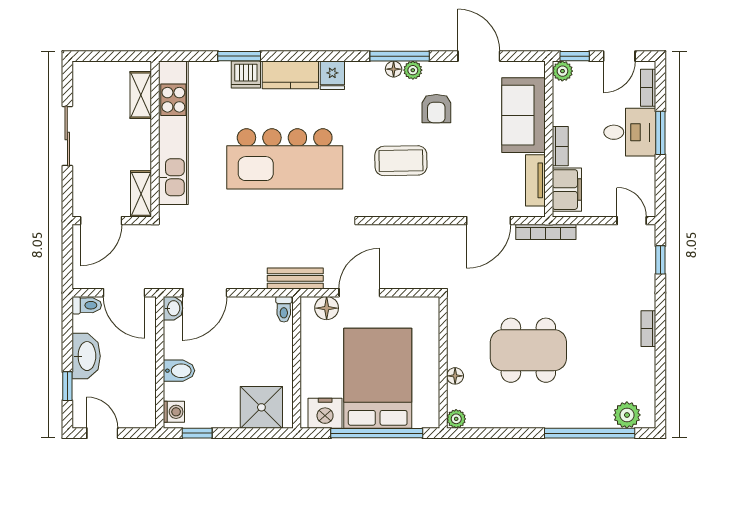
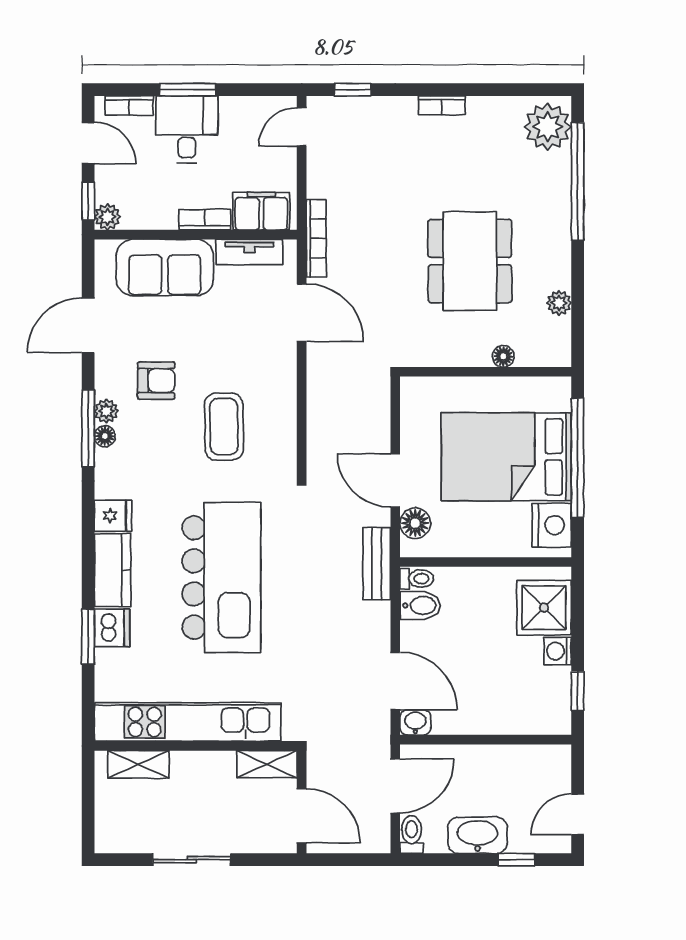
bidet: (179, 371) -> (420, 605), moved, turned 90
washing machine: (174, 412) -> (558, 651), moved, turned -90
plant: (627, 415) -> (548, 127), width x1.36, depth x1.36
plant: (456, 419) -> (559, 303), moved

